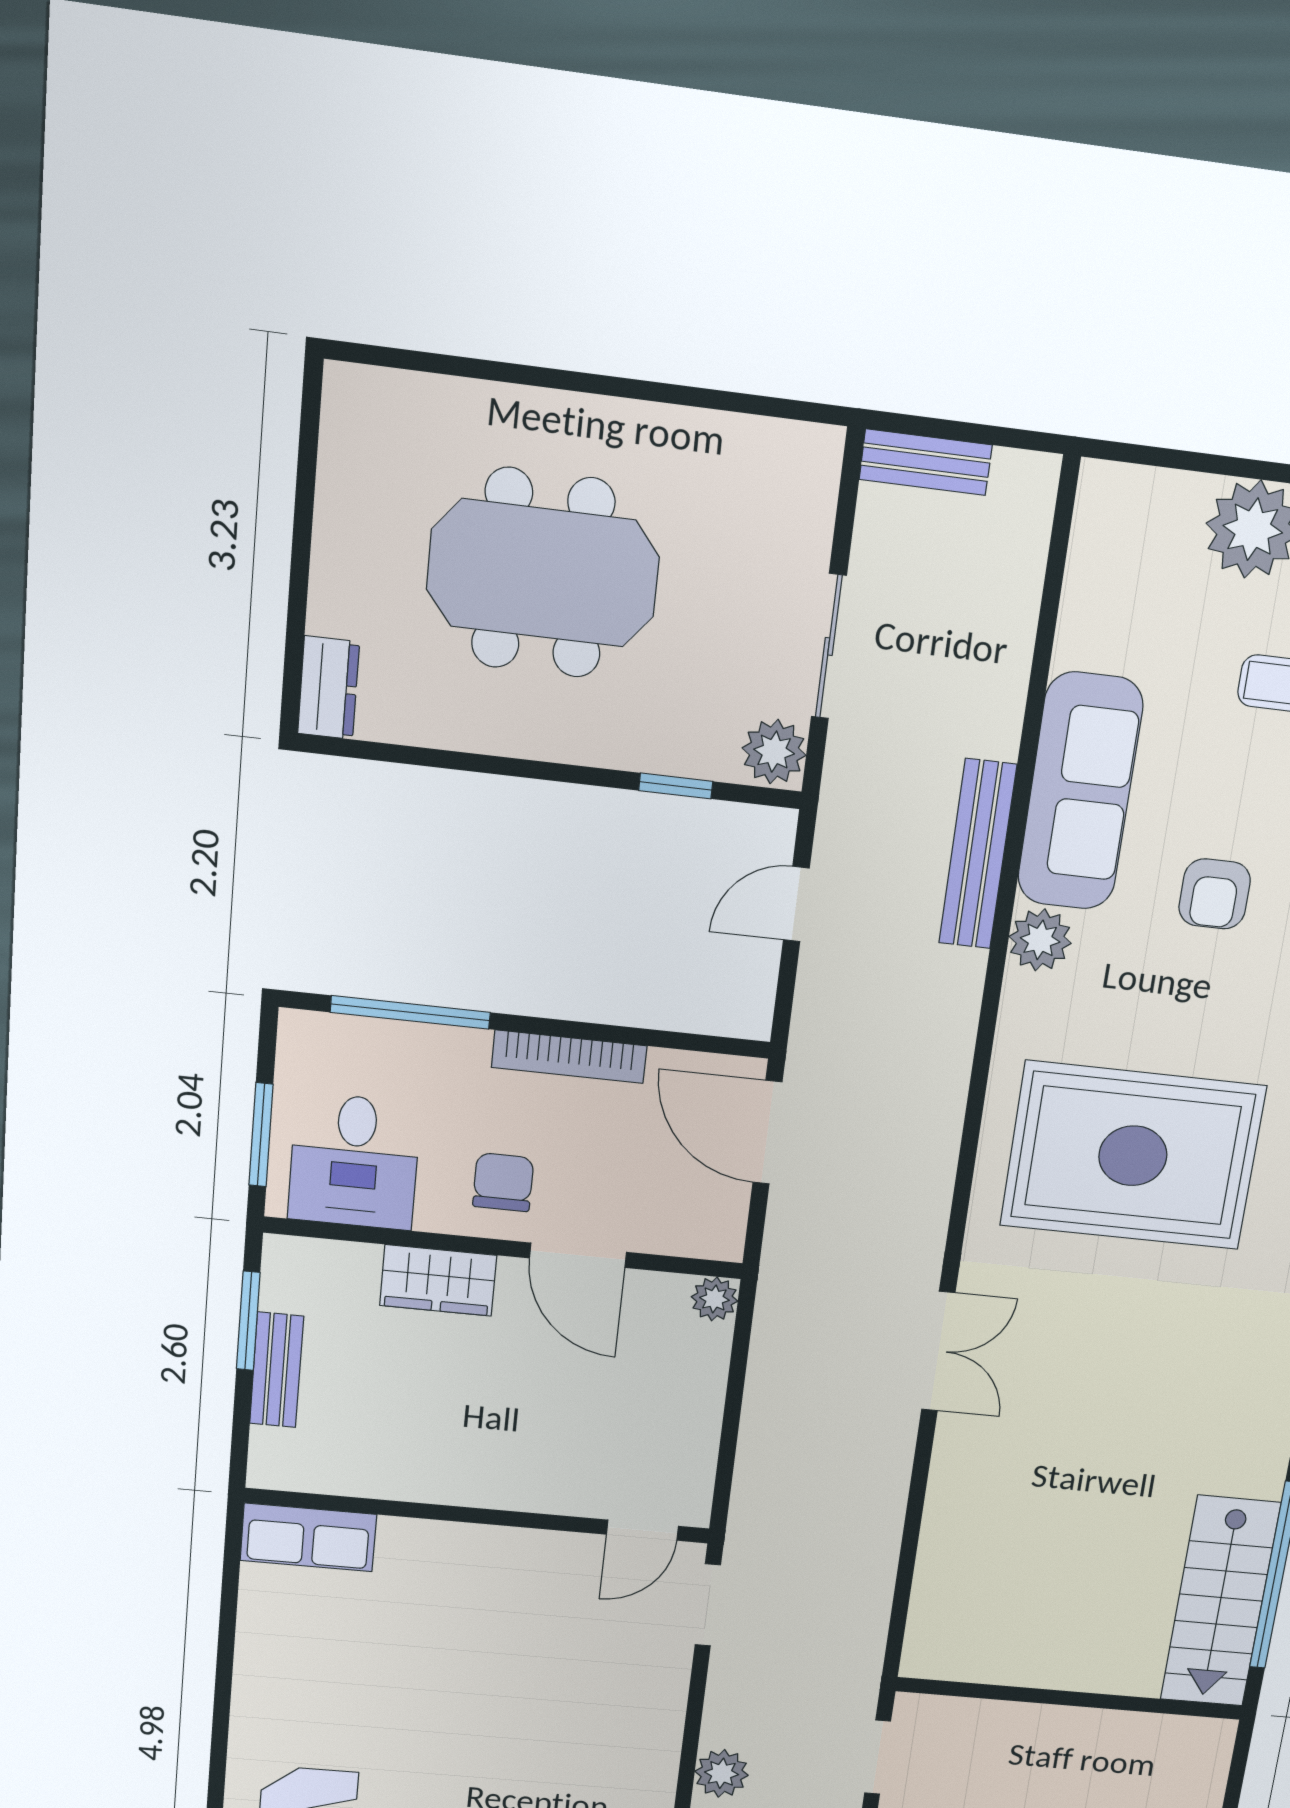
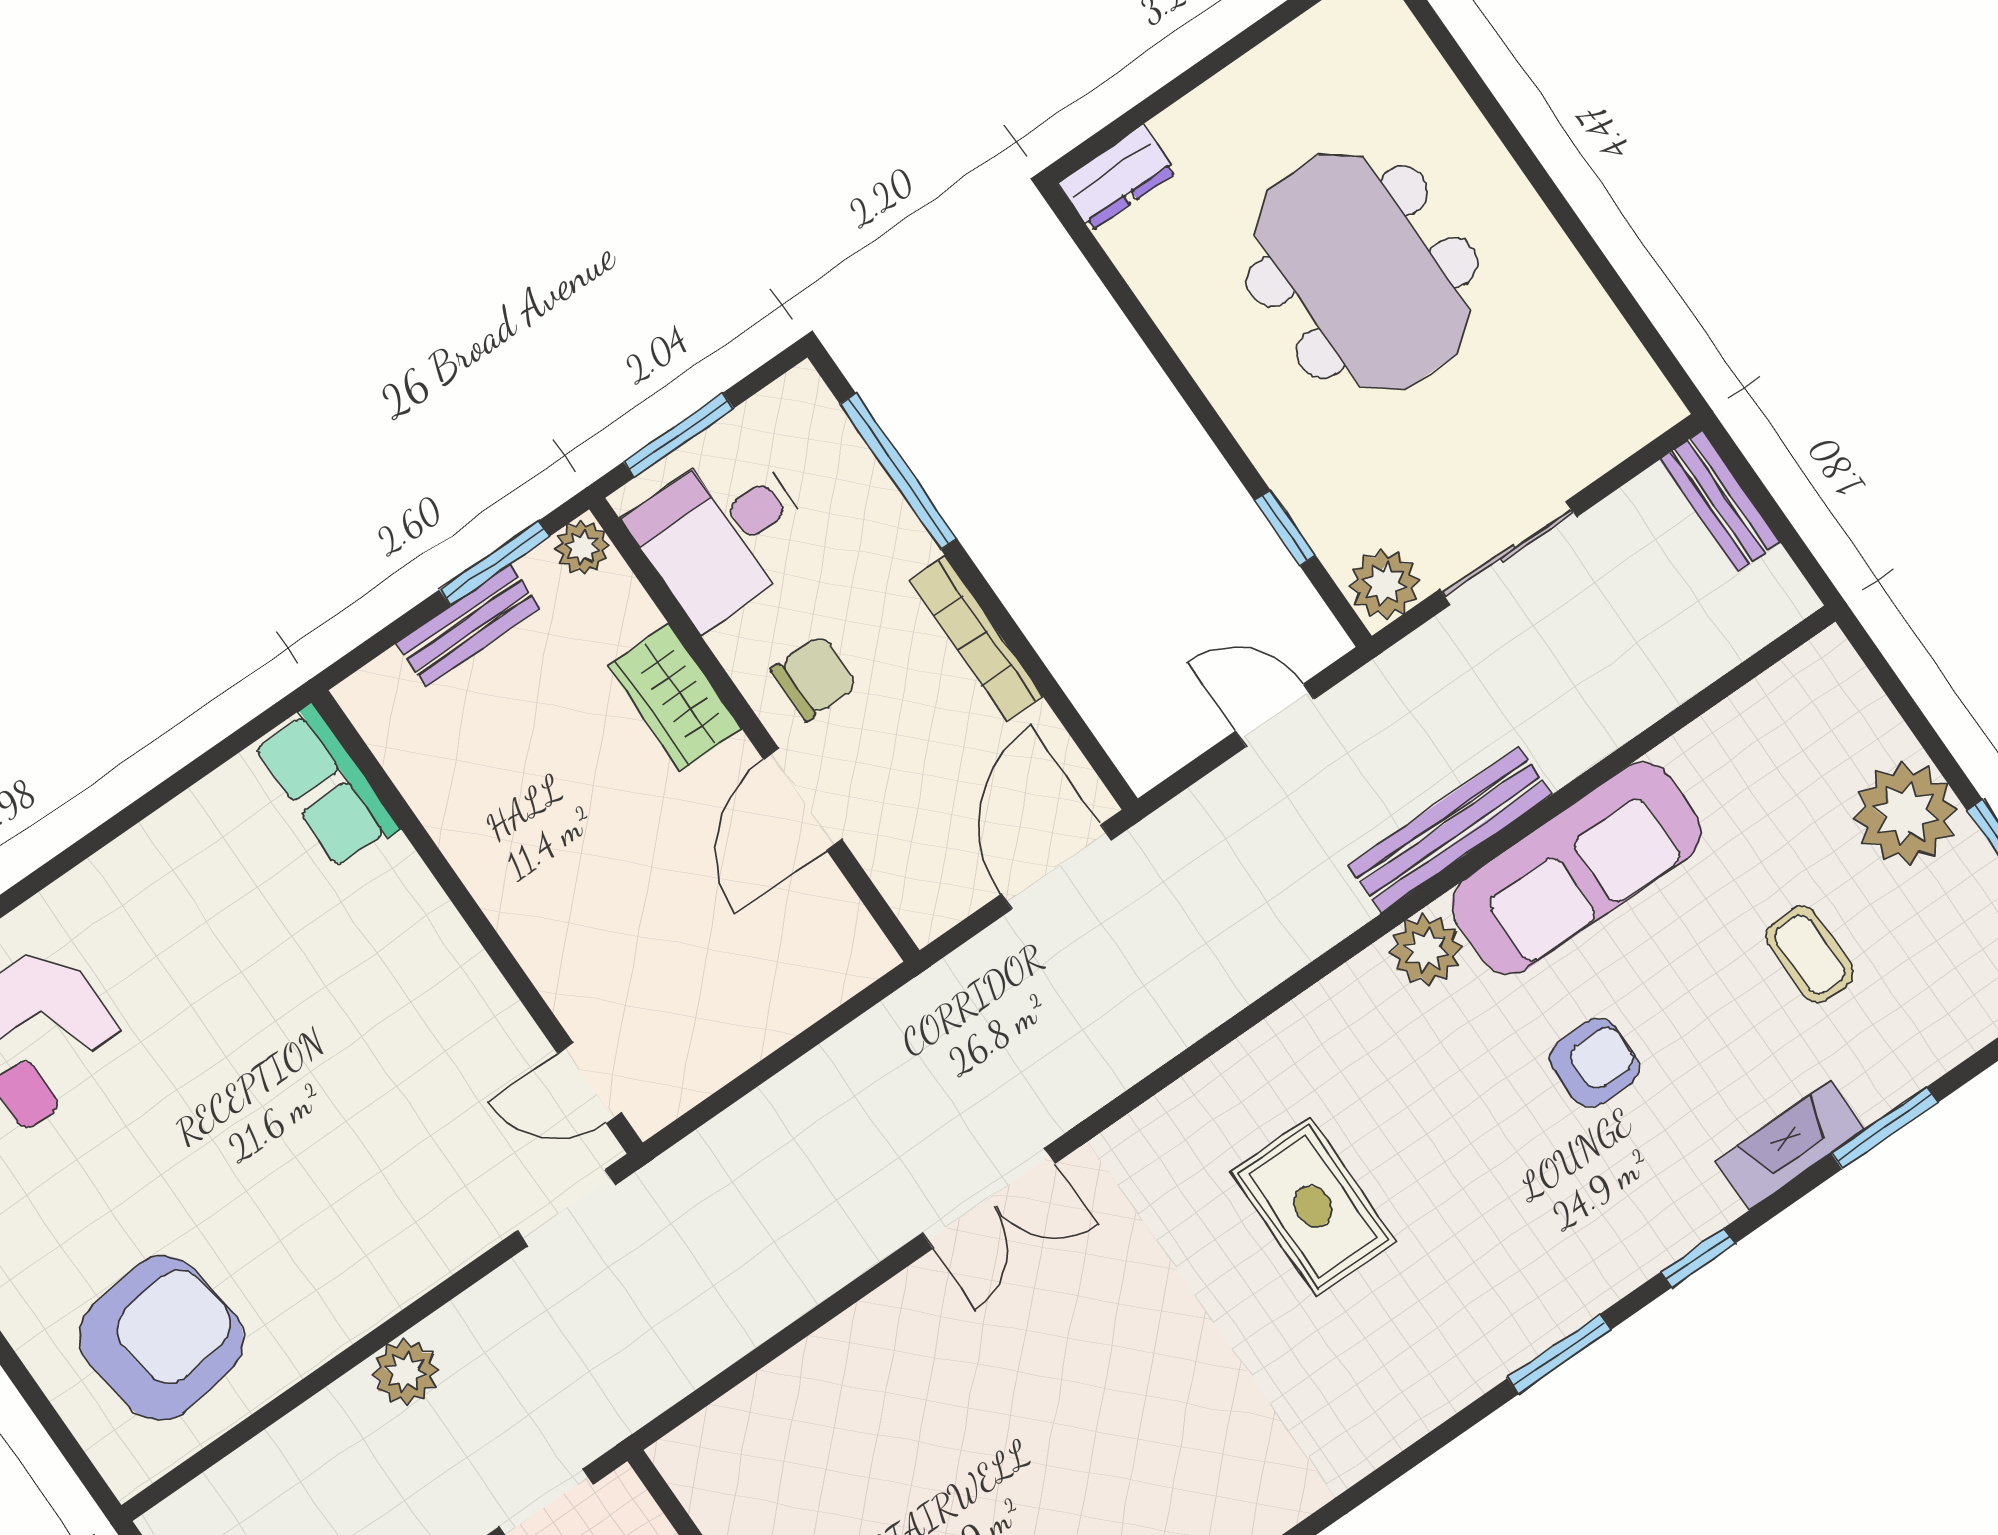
armchair: (1215, 894) -> (1594, 1063), turned 180
rug: (1133, 1156) -> (1313, 1206), width x0.54, depth x0.49
plant: (714, 1299) -> (582, 547), moved

